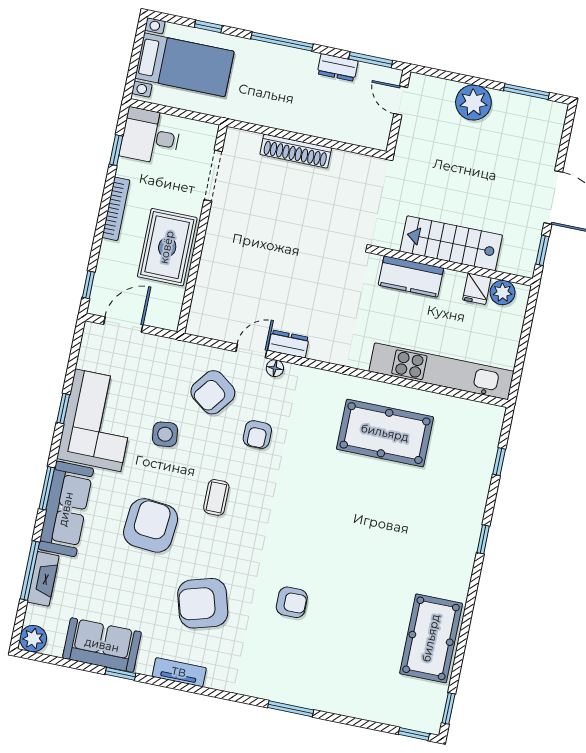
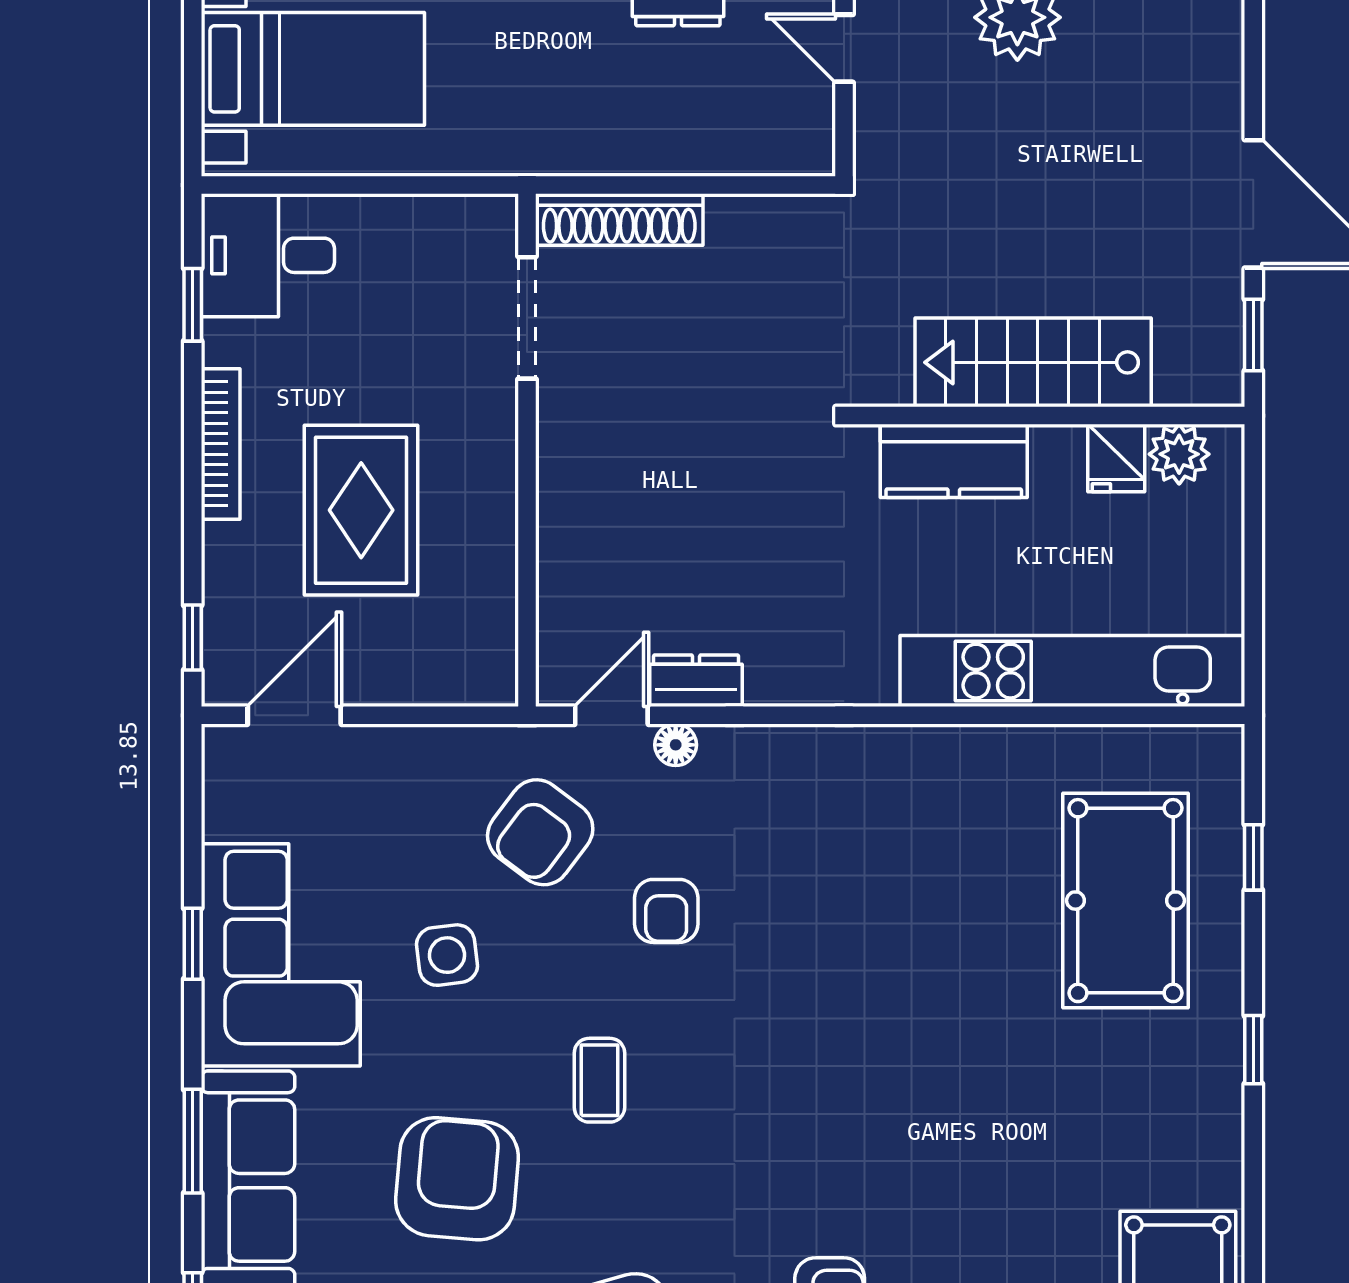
doorway: (213, 176) -> (527, 318), moved
wall: (202, 229) -> (527, 450), moved
pool table: (385, 433) -> (1125, 901), moved, turned 90

